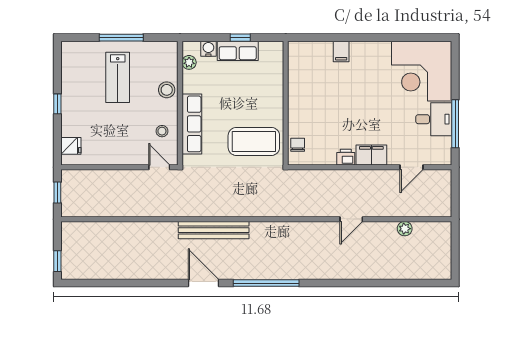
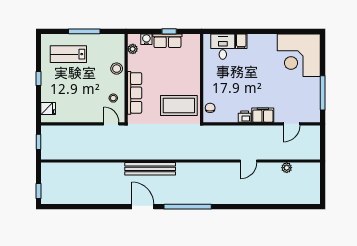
lab bench: (118, 77) -> (68, 54), moved, turned 90
desk: (434, 119) -> (223, 47), moved, turned -90

